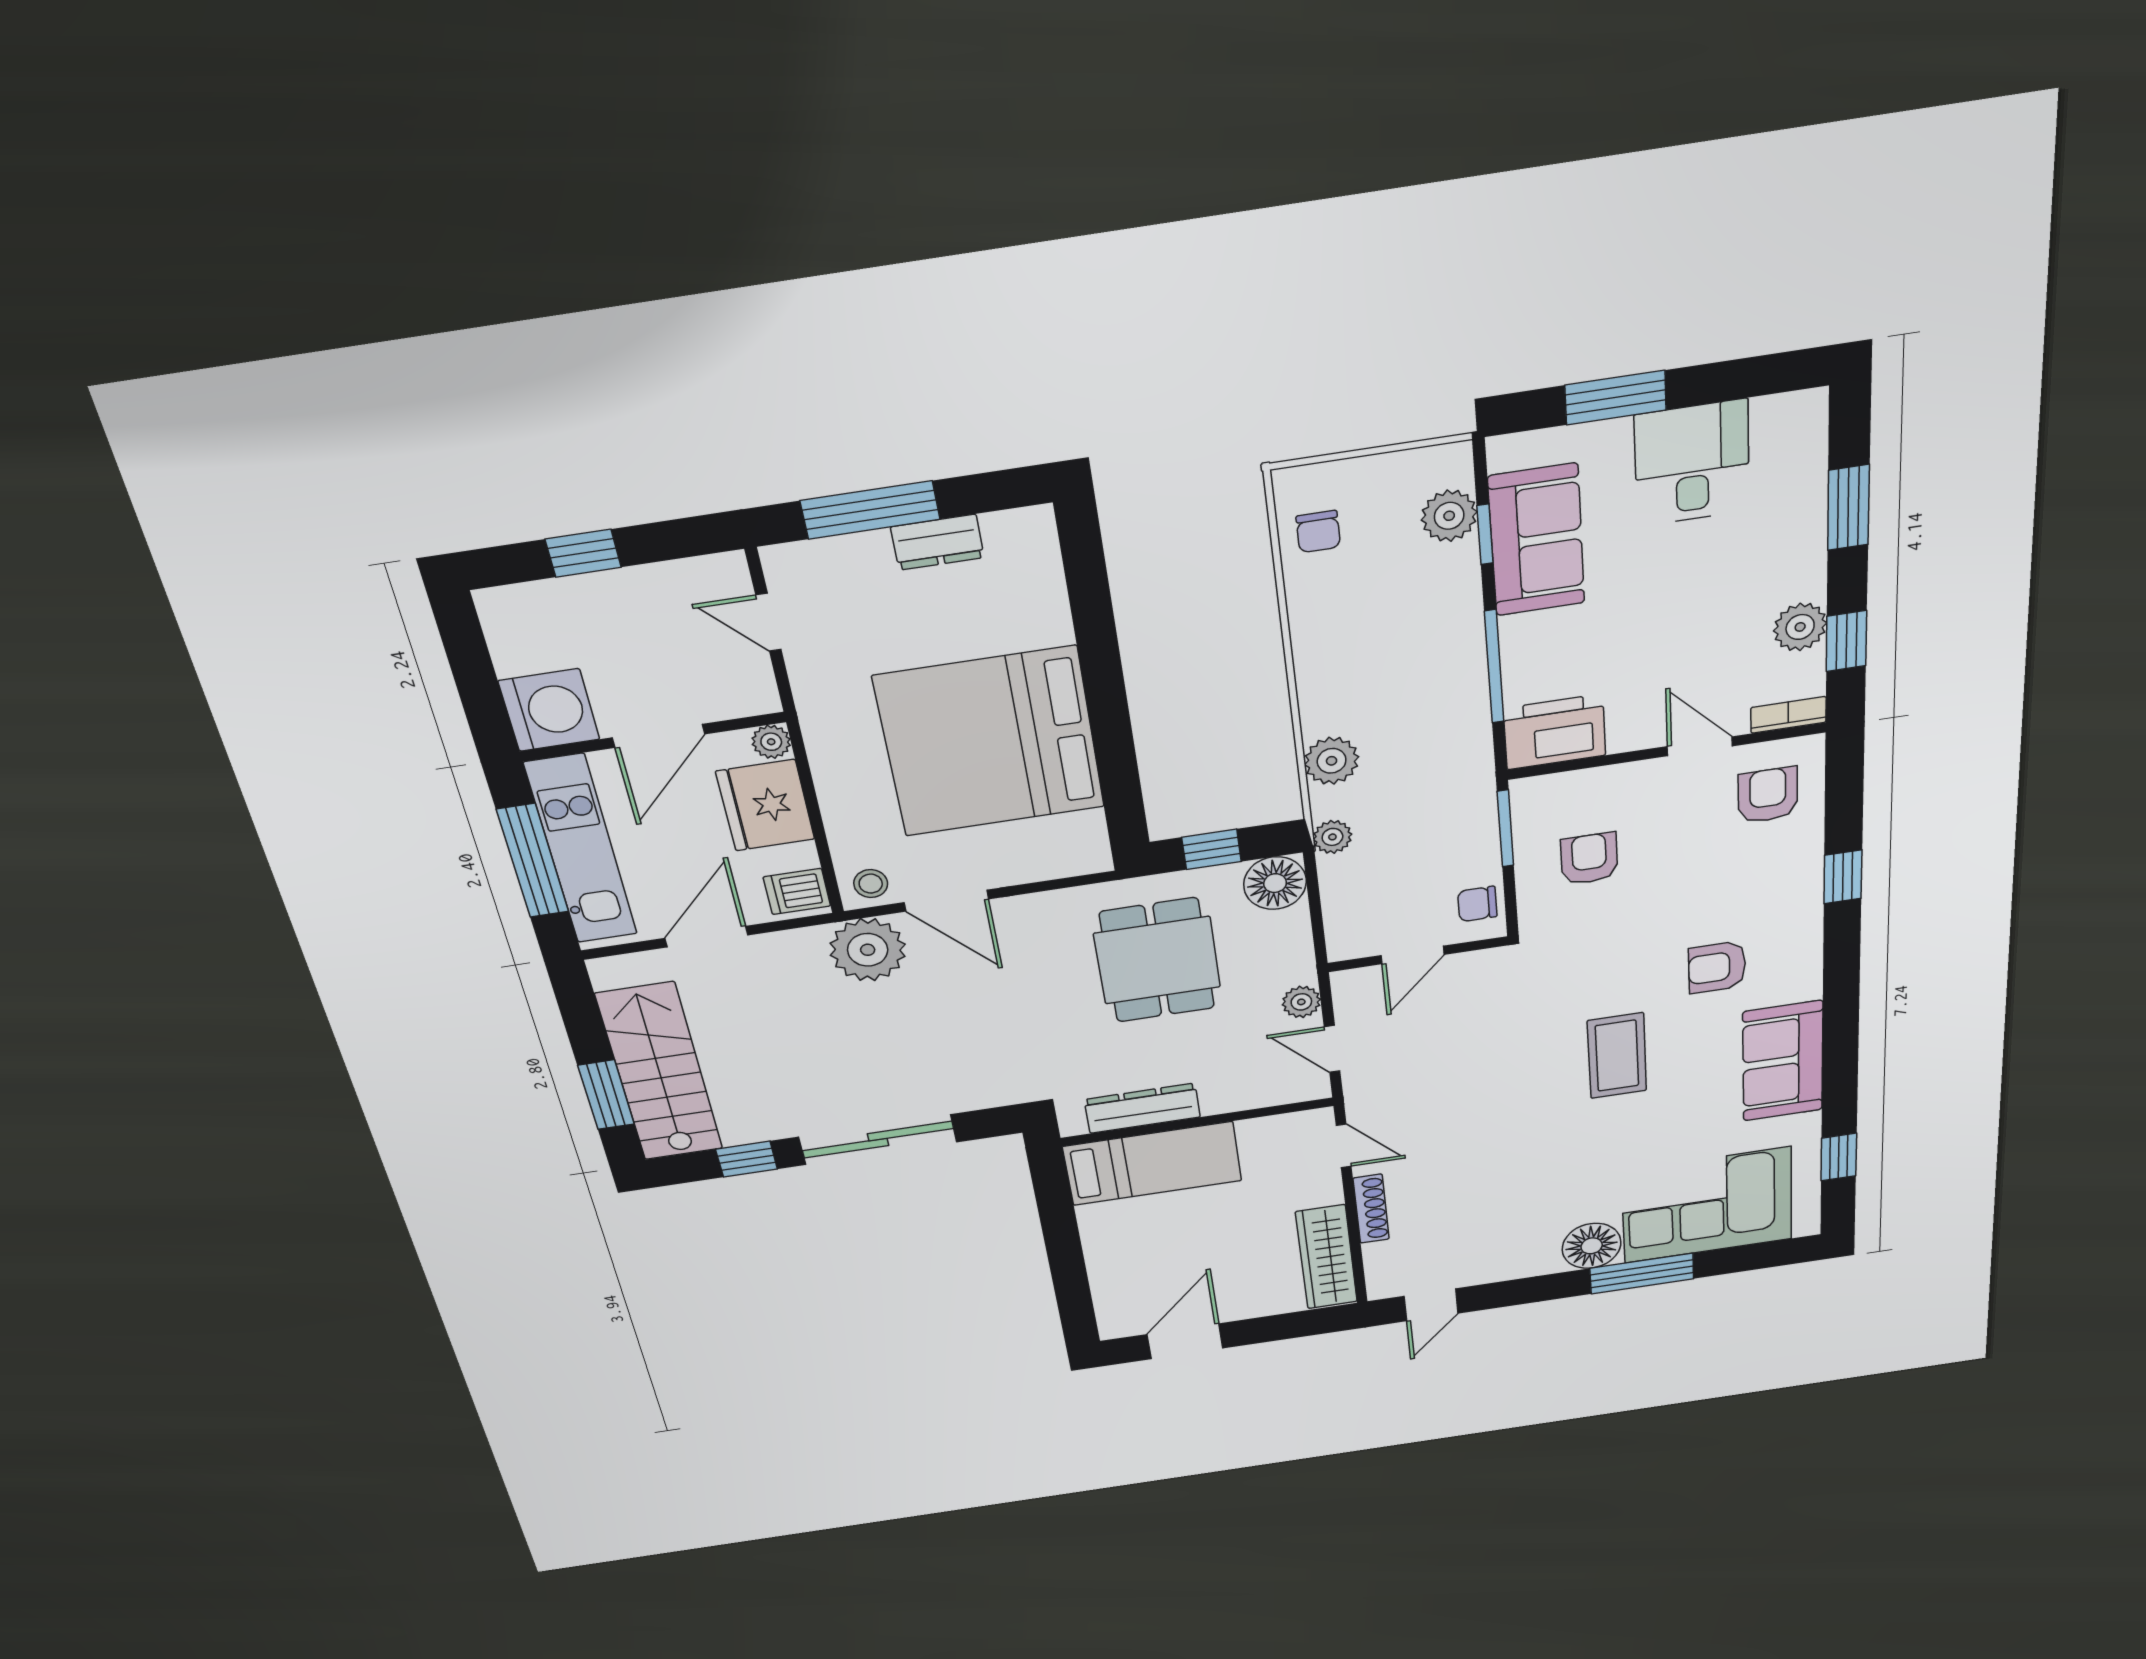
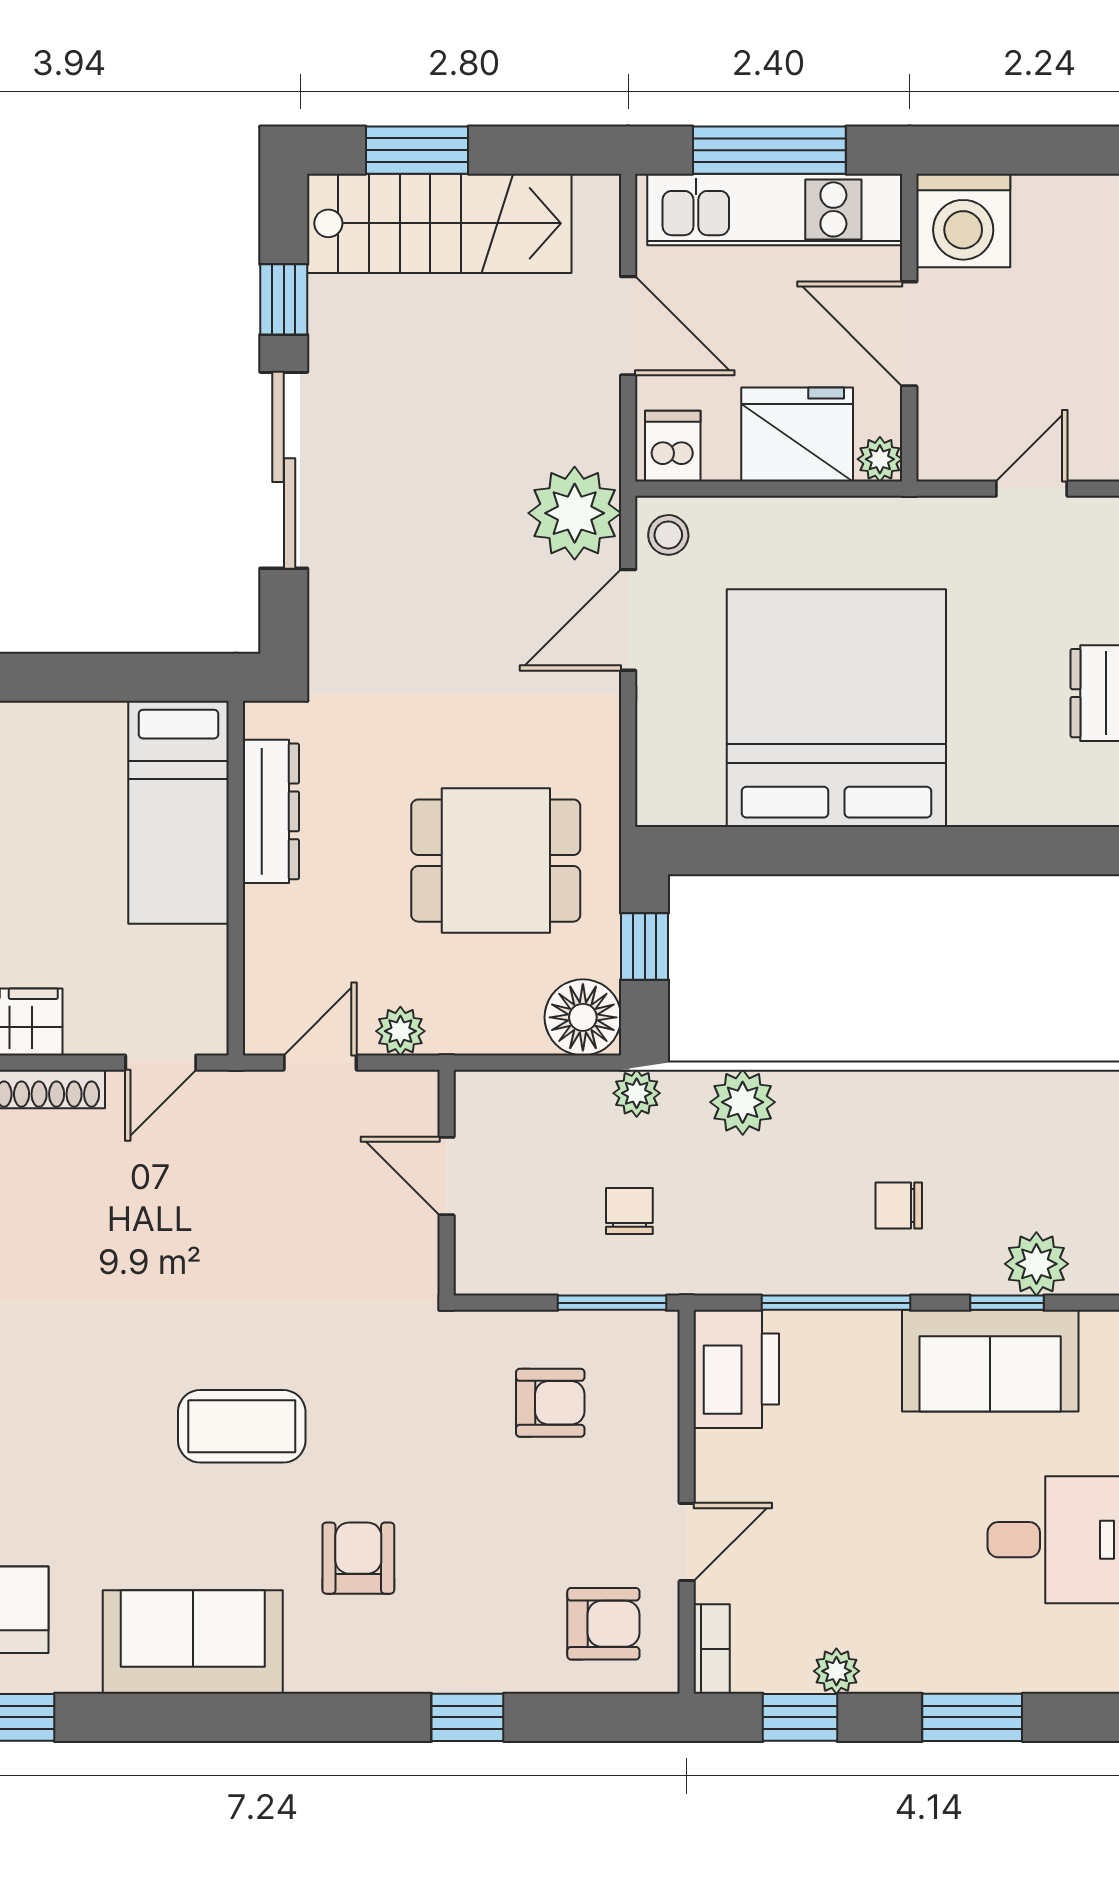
chair: (1318, 532) -> (899, 1206), moved
plant: (1800, 627) -> (836, 1671), width x0.73, depth x0.73
chair: (1477, 904) -> (629, 1211), moved

